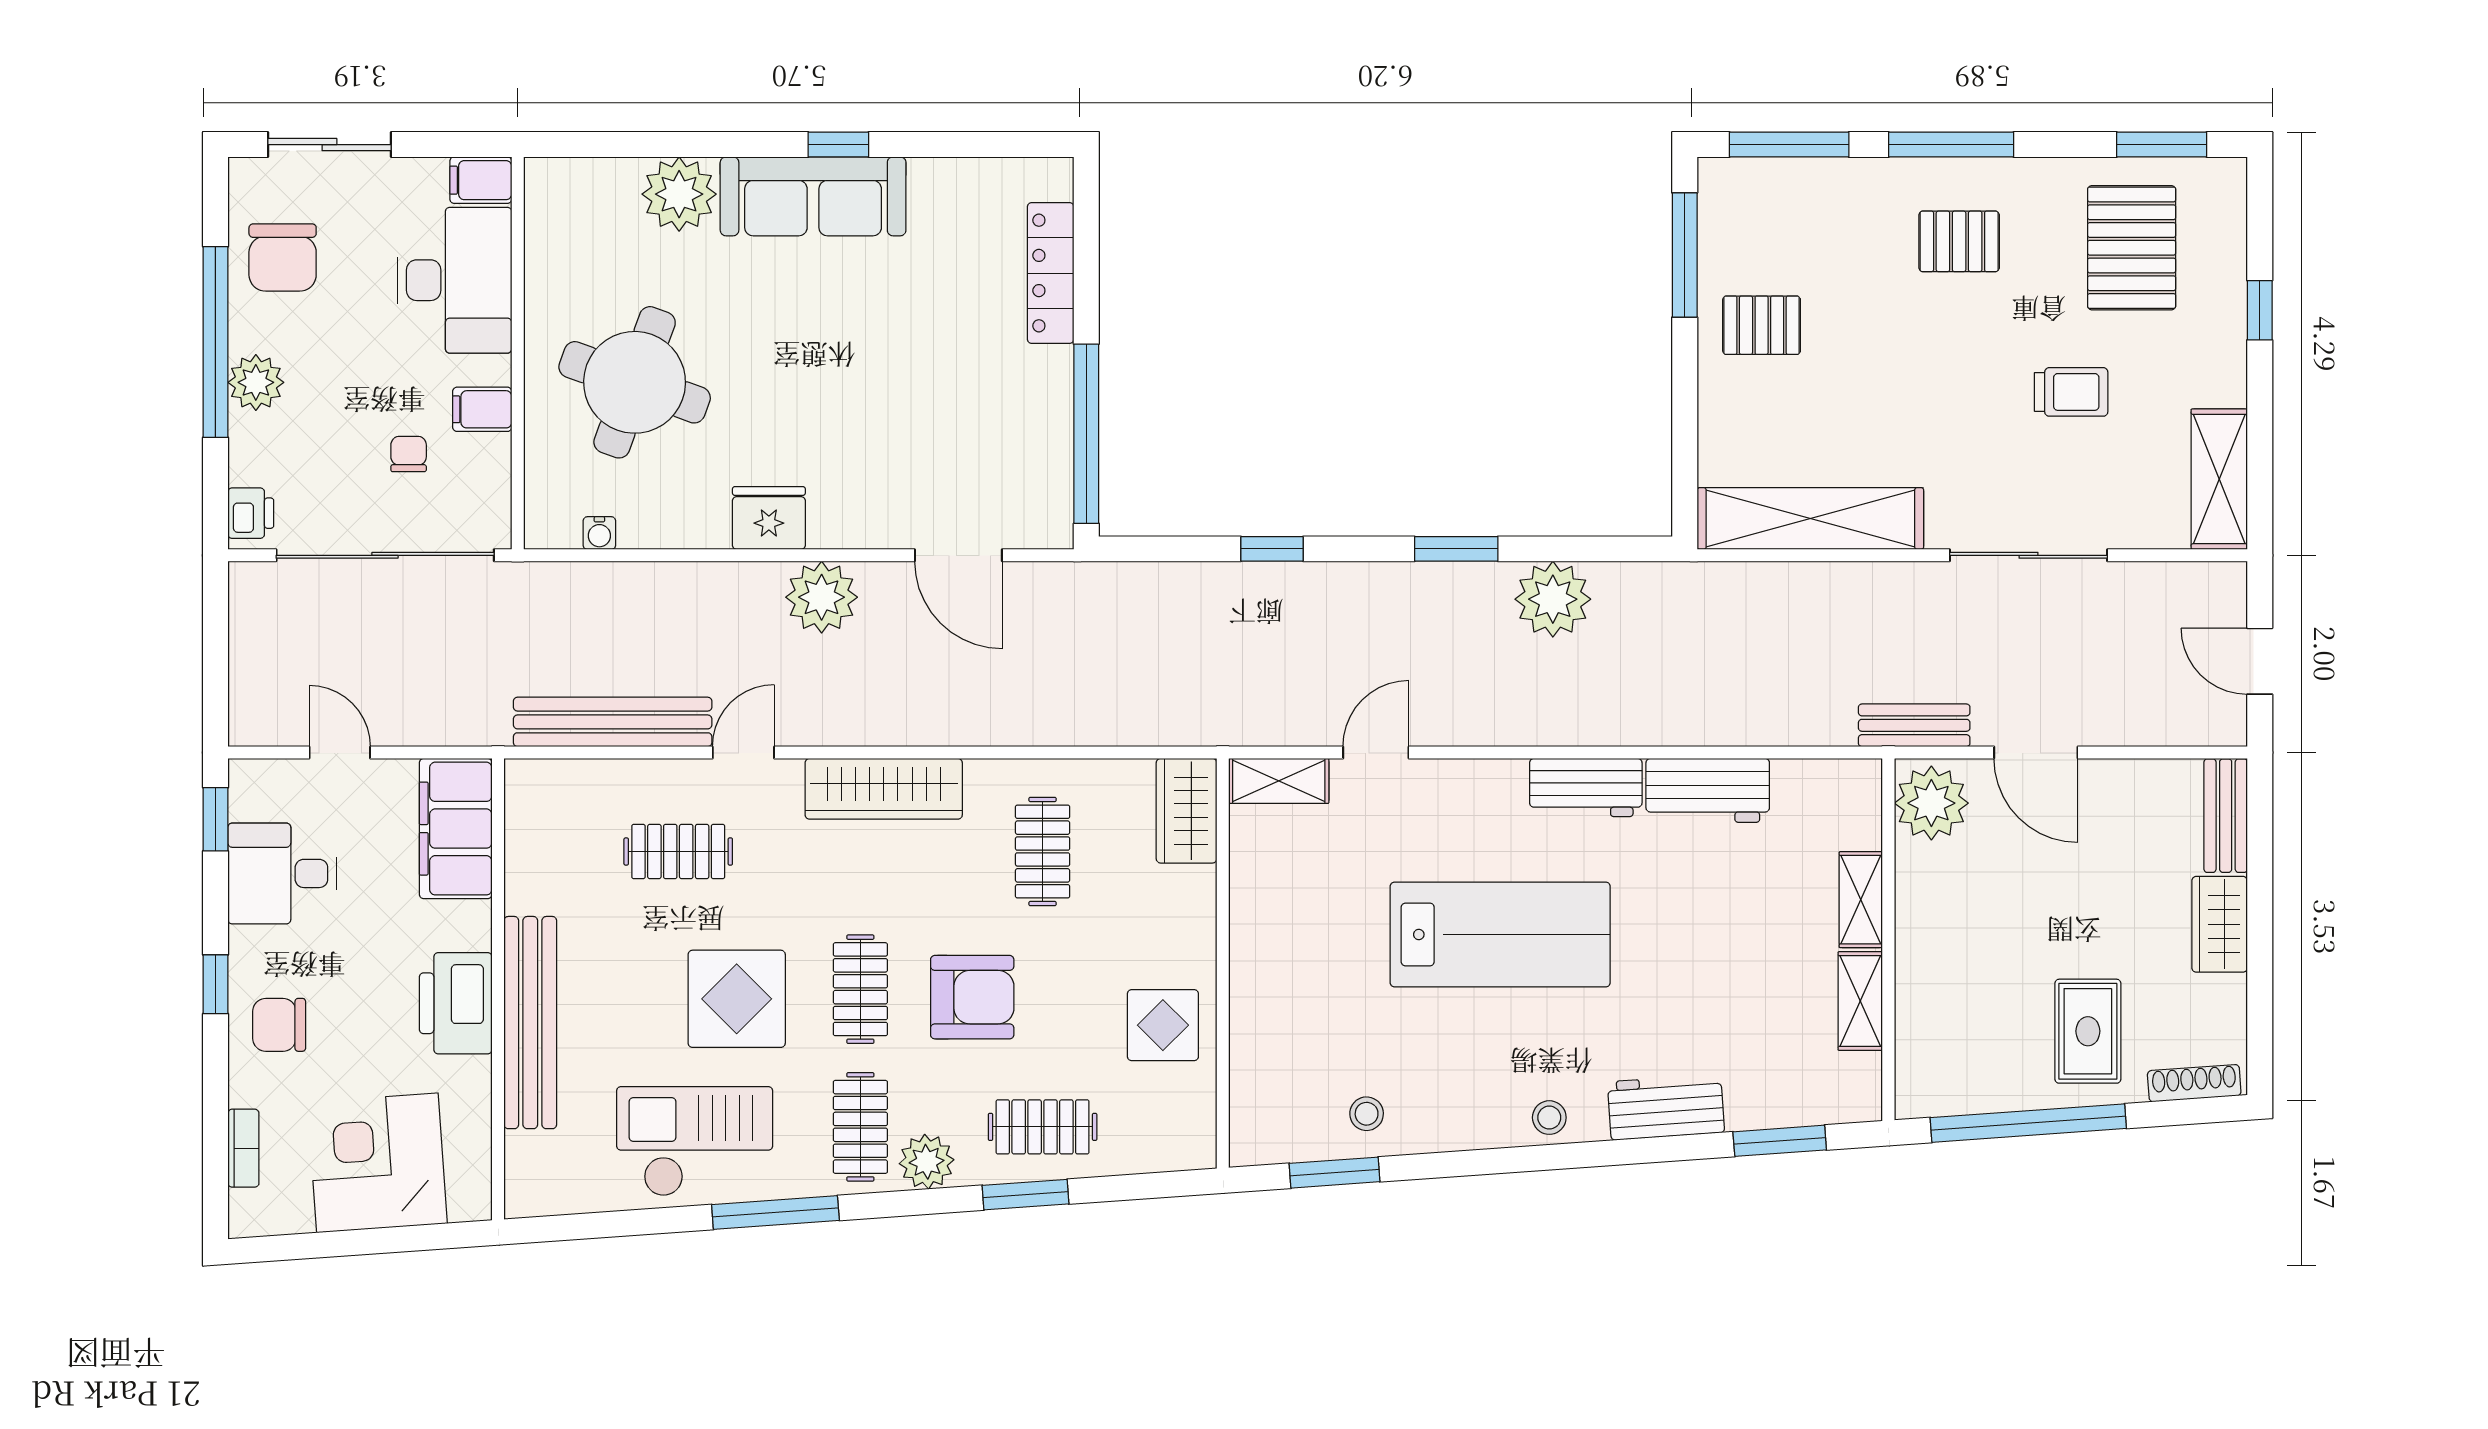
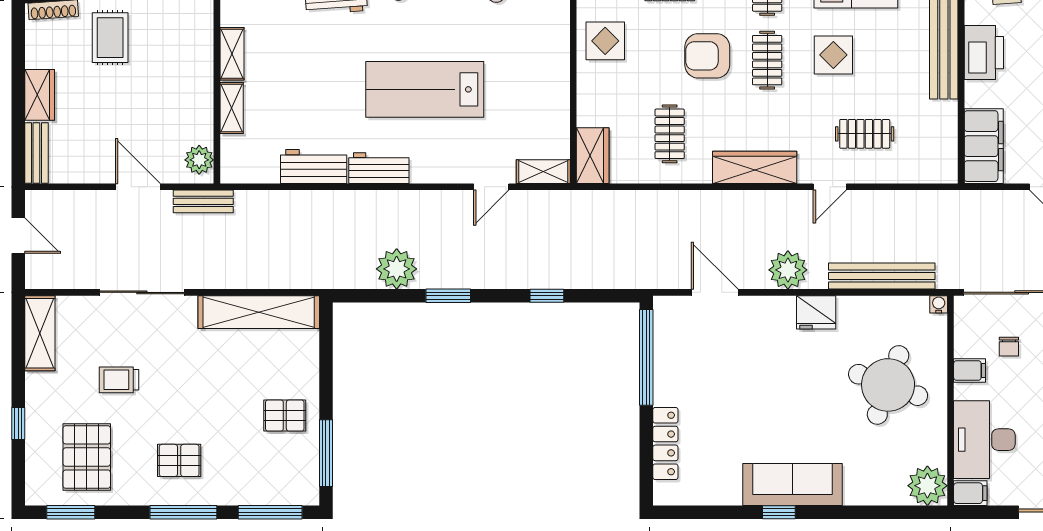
plant: (679, 194) -> (927, 486), moved
water cooler: (599, 533) -> (939, 304), moved
bench: (613, 722) -> (882, 276), moved
plant: (1931, 803) -> (199, 160), width x0.73, depth x0.73
display table: (737, 999) -> (833, 55), width x0.73, depth x0.73

